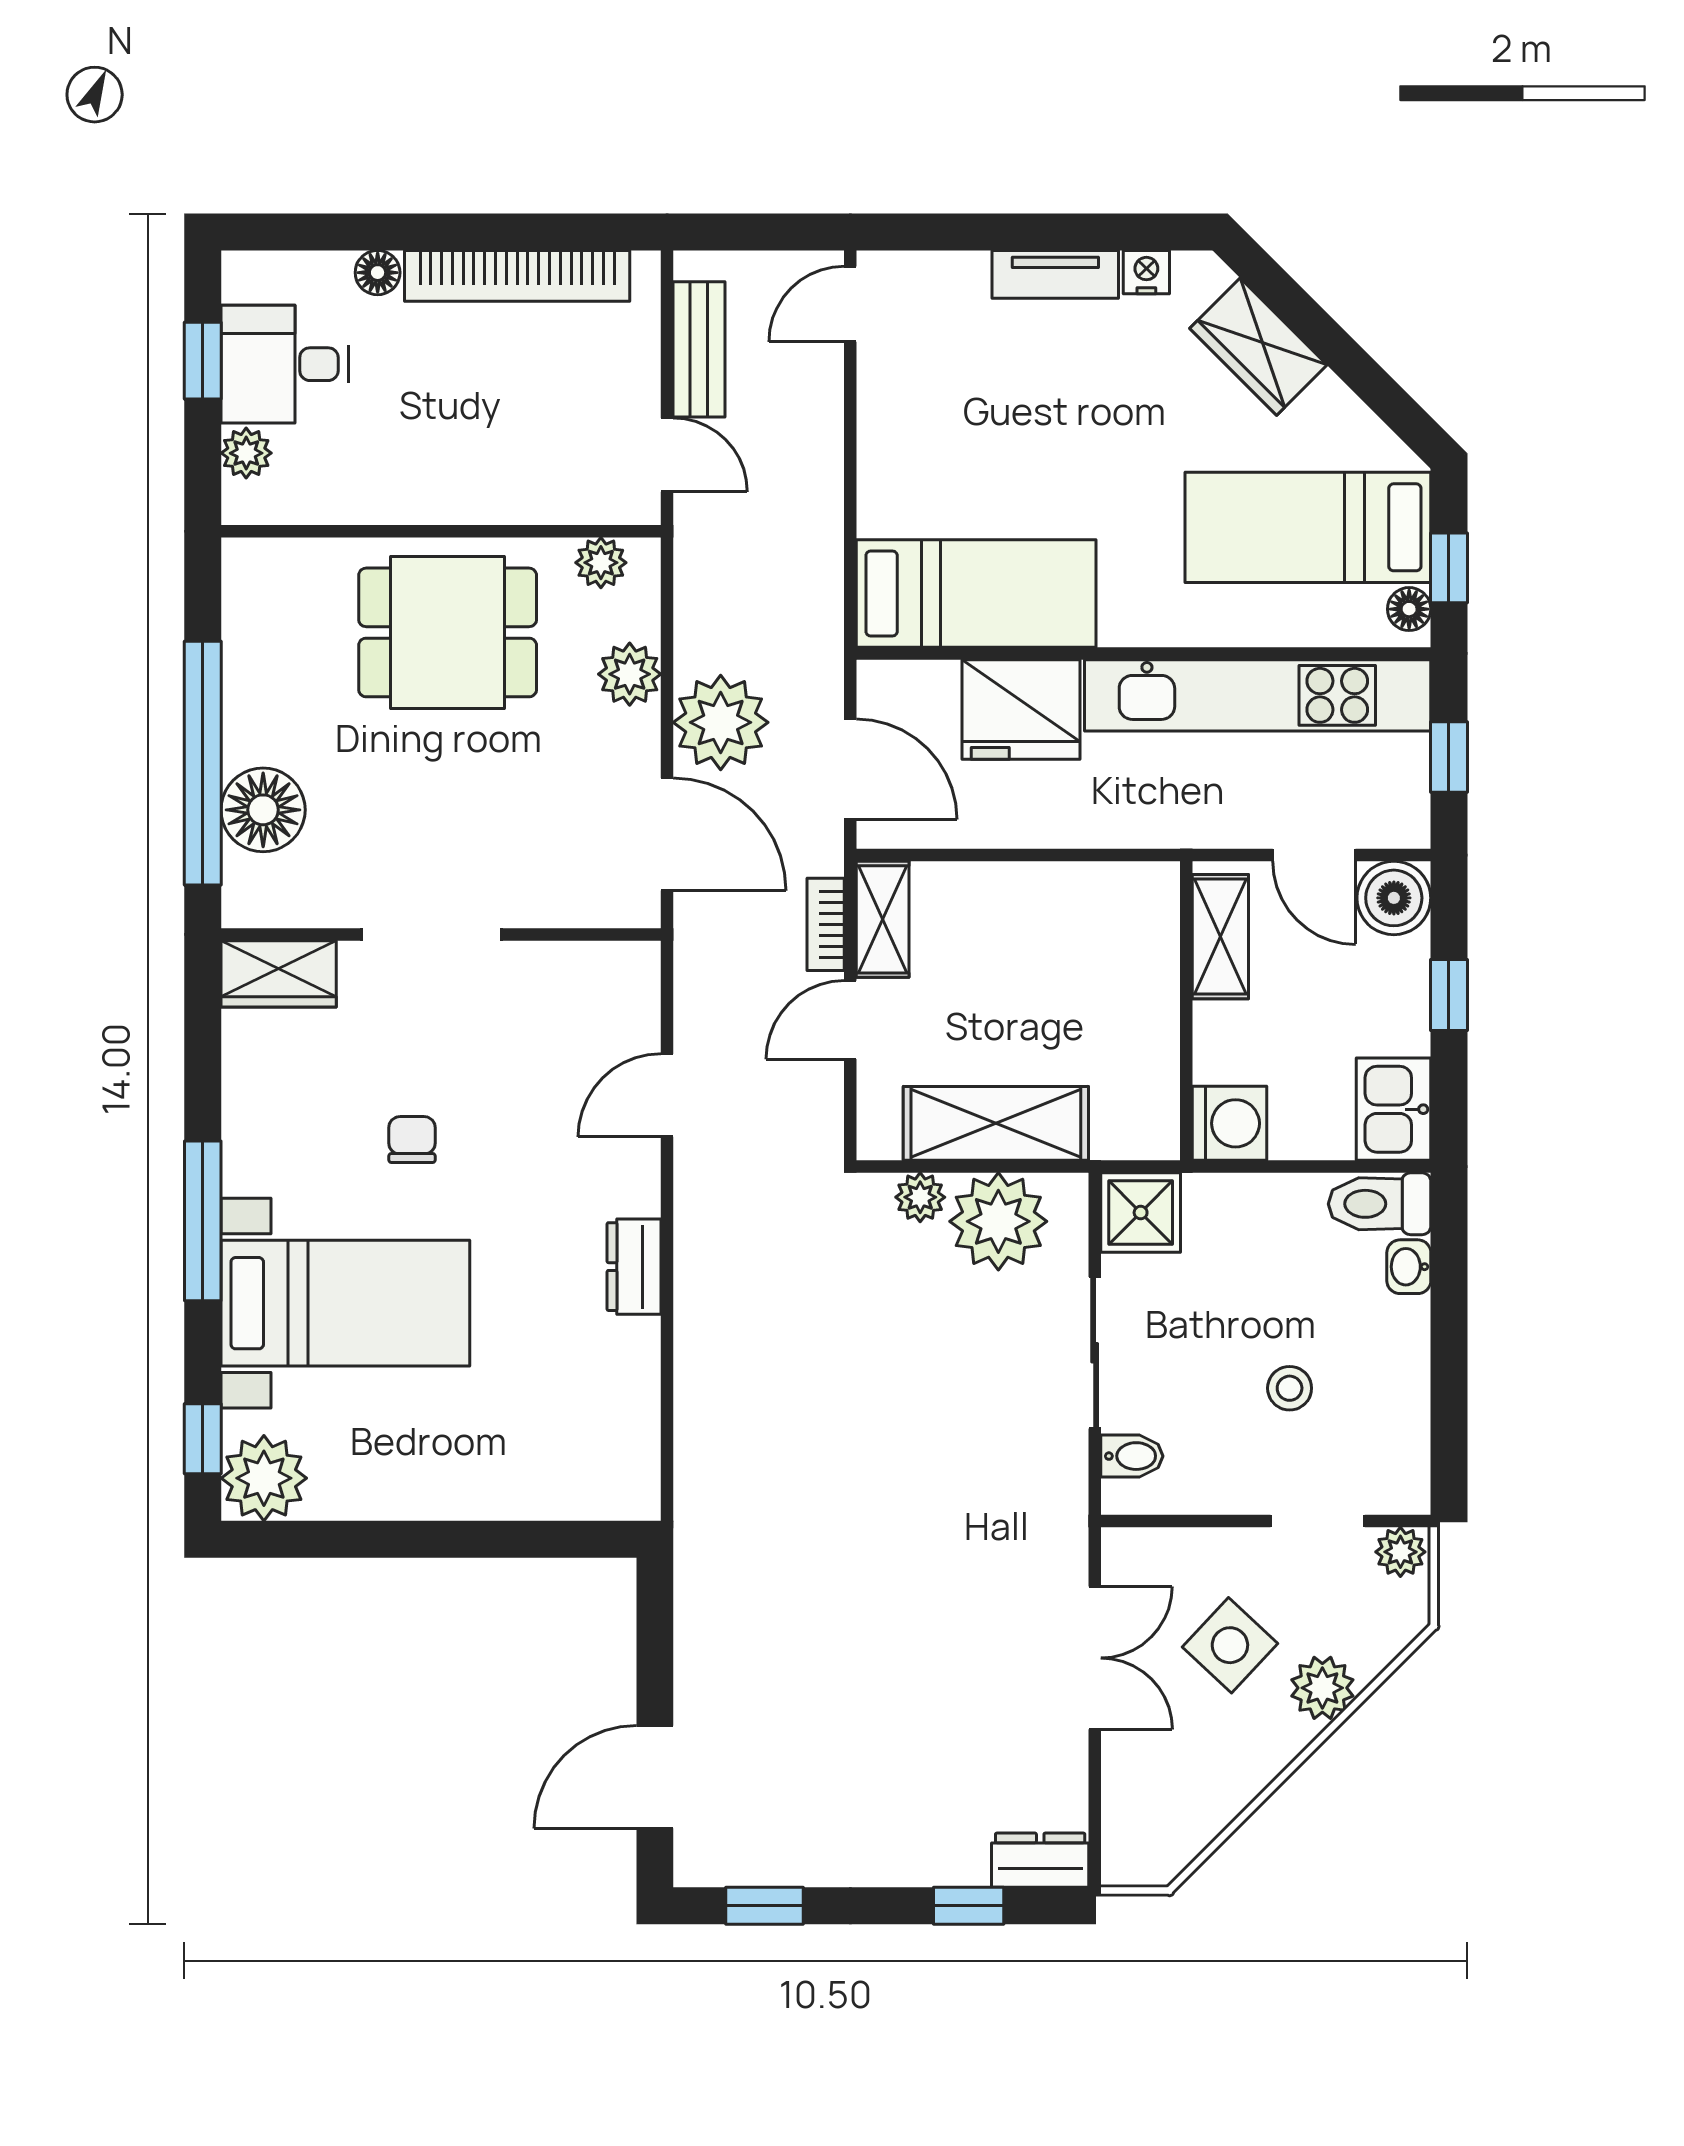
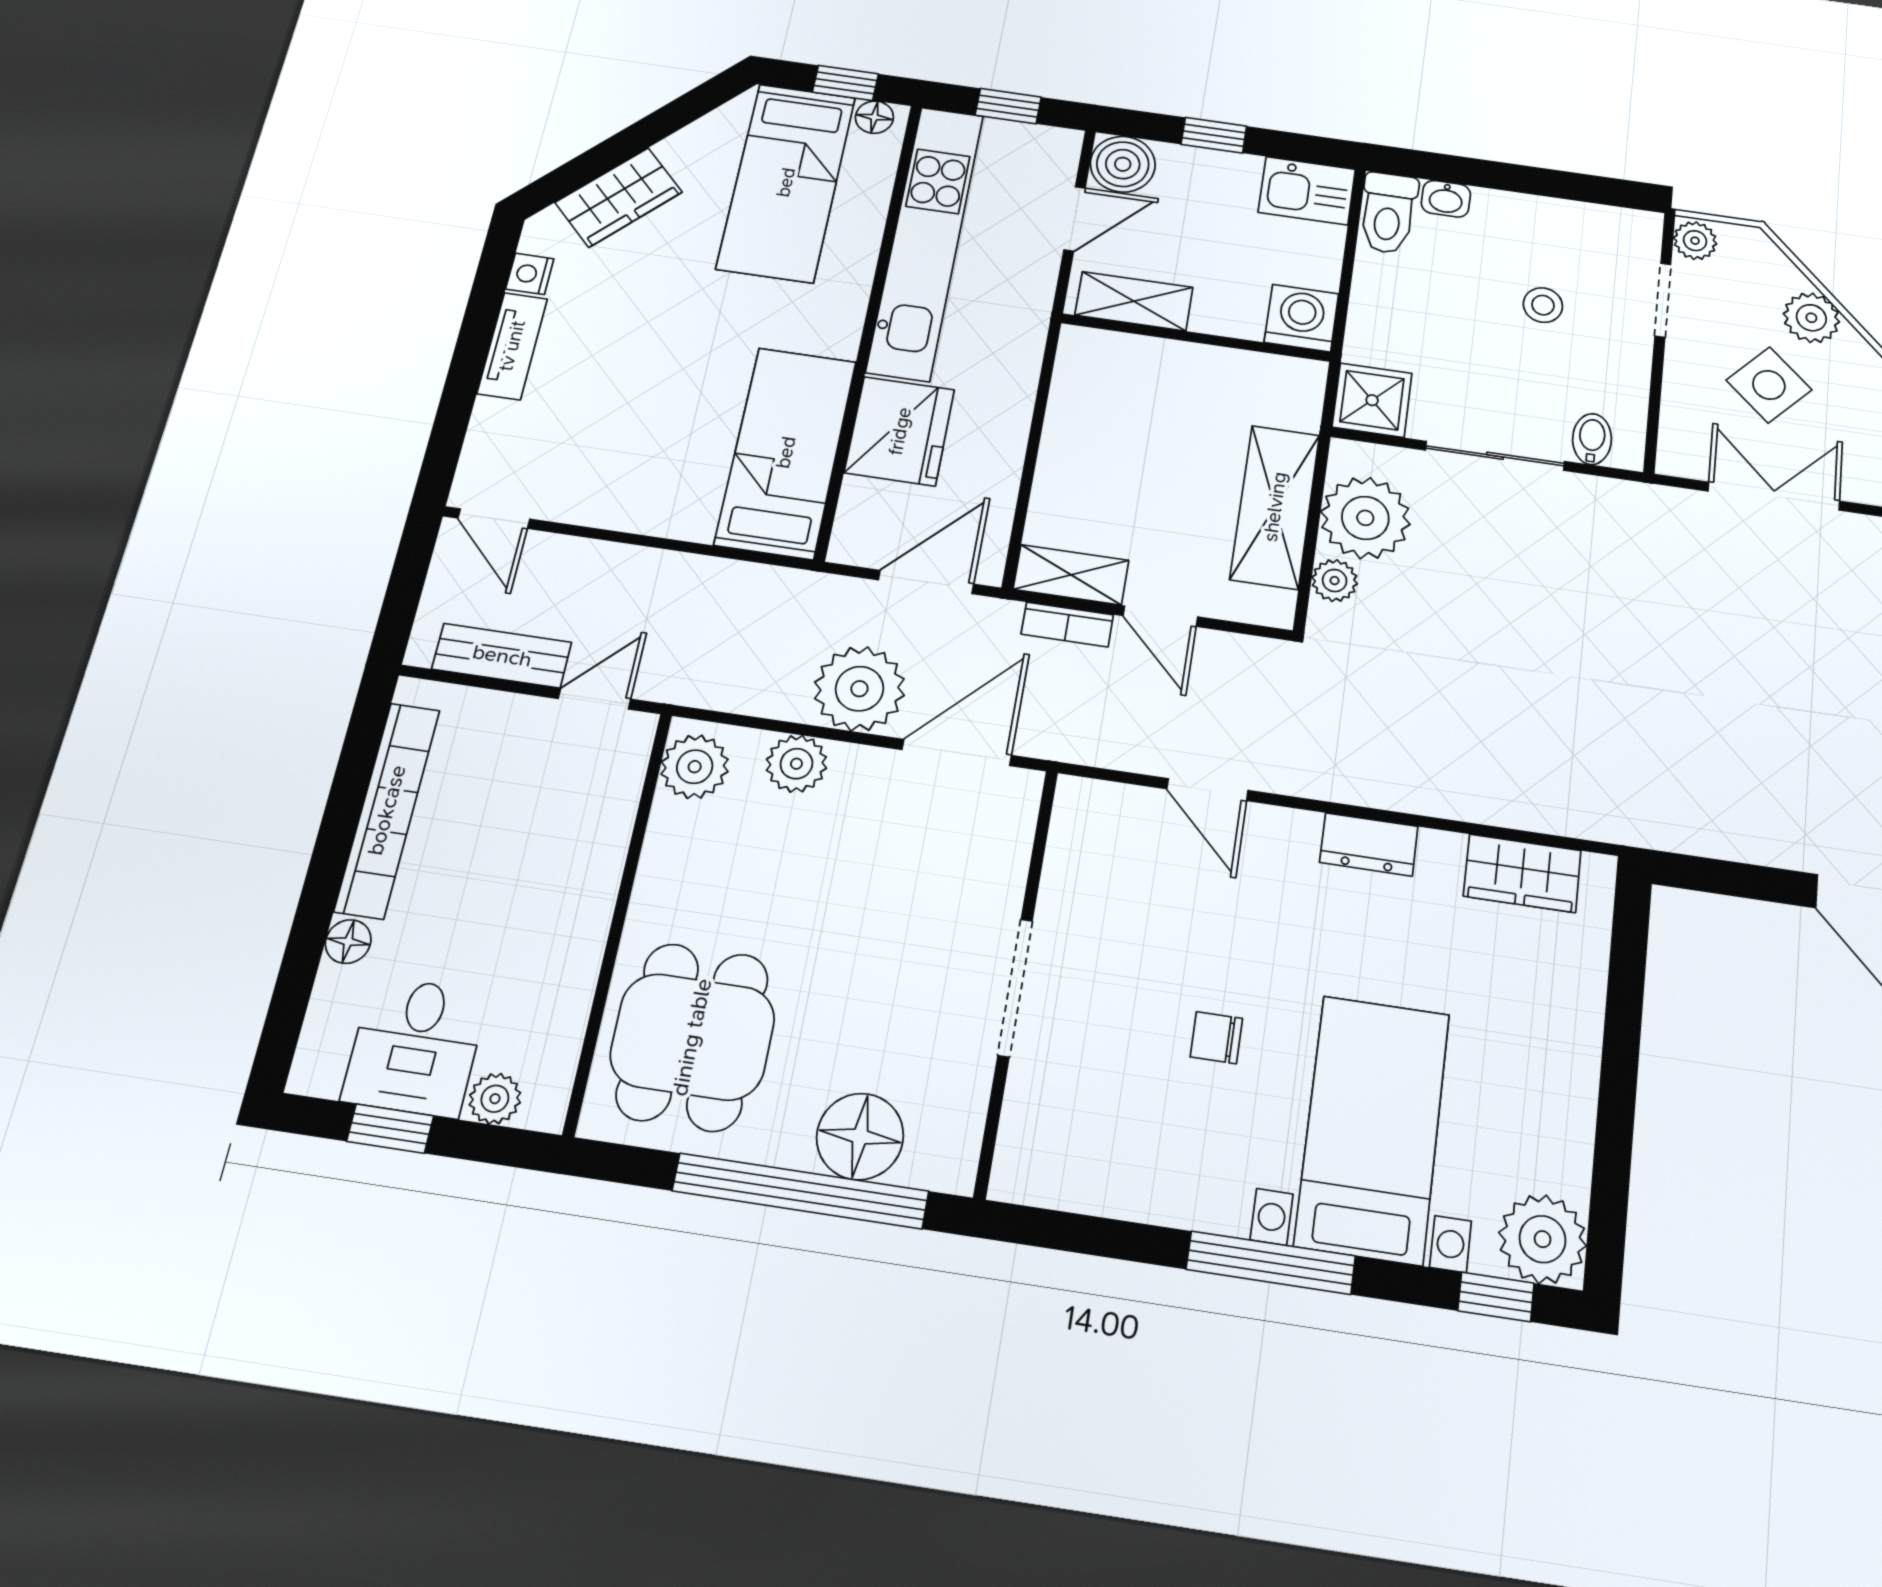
plant: (601, 563) -> (695, 767), width x1.38, depth x1.38
dining table: (448, 632) -> (692, 1037), moved
wardrobe: (279, 974) -> (1522, 873), moved, turned 90

